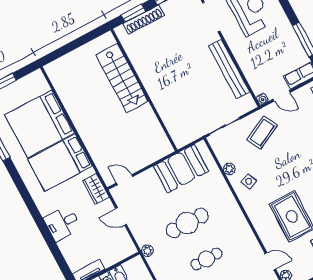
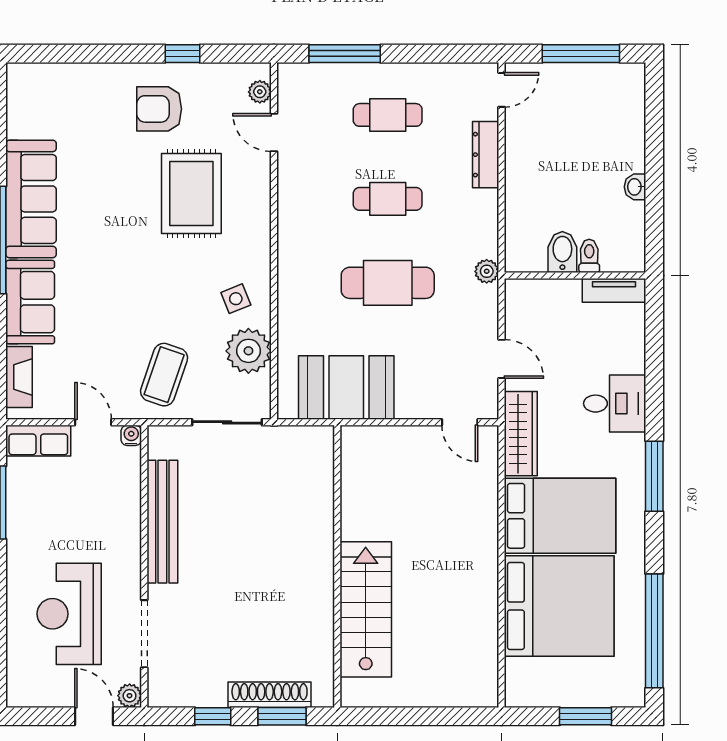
coffee table: (262, 133) -> (164, 375), turned -44
plant: (229, 169) -> (248, 351), width x1.87, depth x1.87
wardrobe: (96, 189) -> (521, 434), width x1.50
window: (29, 201) -> (654, 476), added

